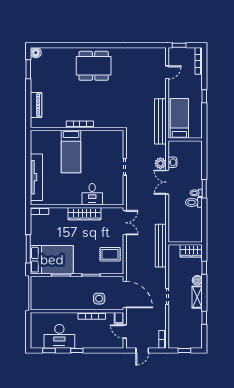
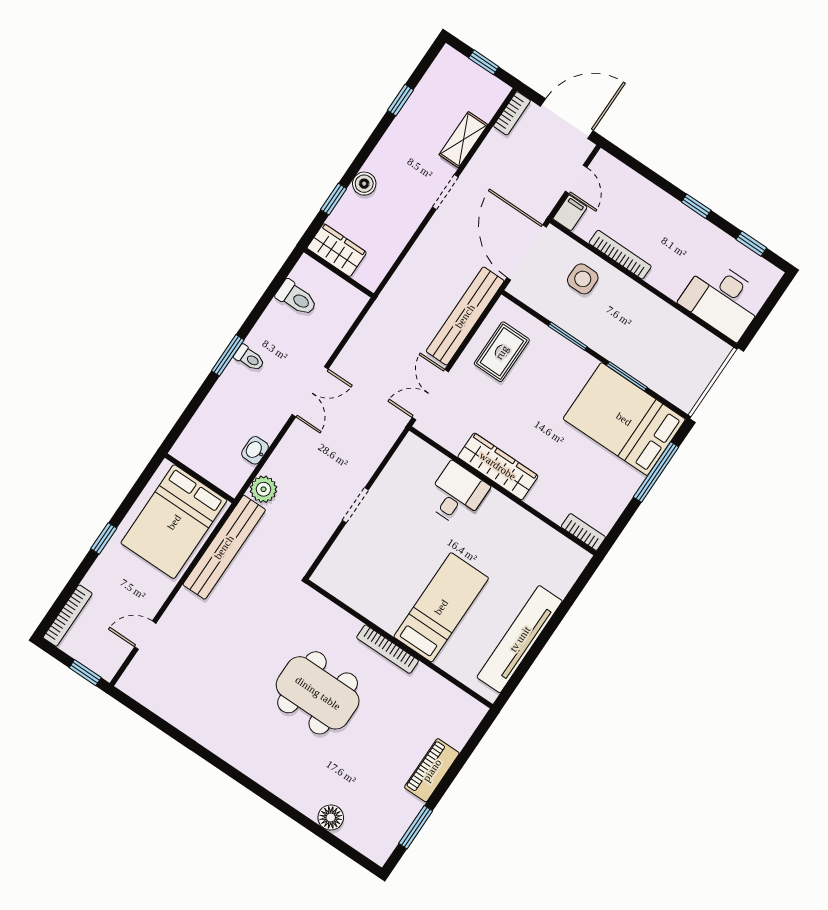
floor lamp: (36, 53) -> (331, 817), moved
dining table: (94, 66) -> (318, 693), moved
piano: (36, 105) -> (432, 770), moved
bed: (179, 118) -> (174, 522), width x1.50
plant: (160, 163) -> (263, 489), moved
tv unit: (36, 177) -> (520, 639), moved
double door: (167, 182) -> (310, 392), moved
toilet: (194, 202) -> (297, 298), moved
bench: (161, 246) -> (465, 316), moved
rug: (110, 254) -> (502, 352), turned 90
shelving: (197, 297) -> (463, 140), moved
desk: (59, 336) -> (723, 300), moved, turned 180
door: (142, 350) -> (567, 119), width x1.88

